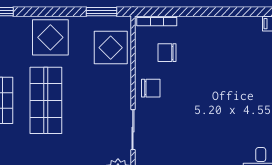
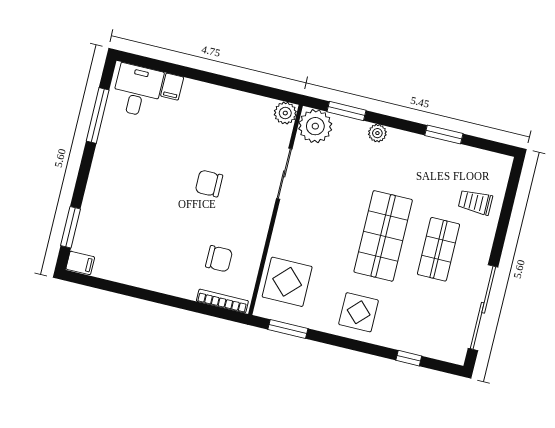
display table: (50, 37) -> (359, 312), width x0.73, depth x0.73
chair: (151, 88) -> (209, 183), moved

